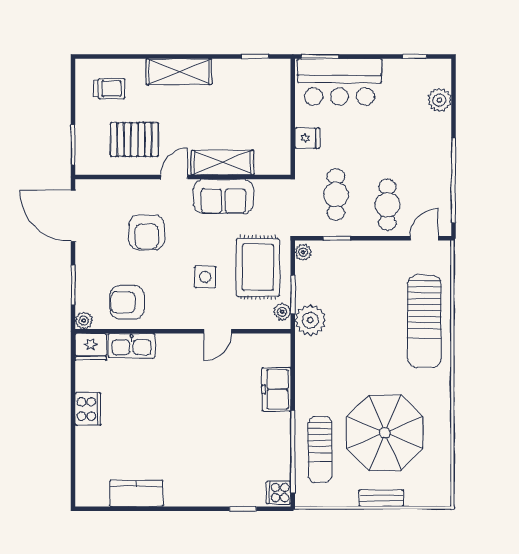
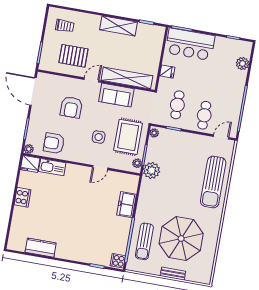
shelving: (179, 72) -> (119, 26), moved
shelving: (223, 162) -> (127, 78), width x1.47

